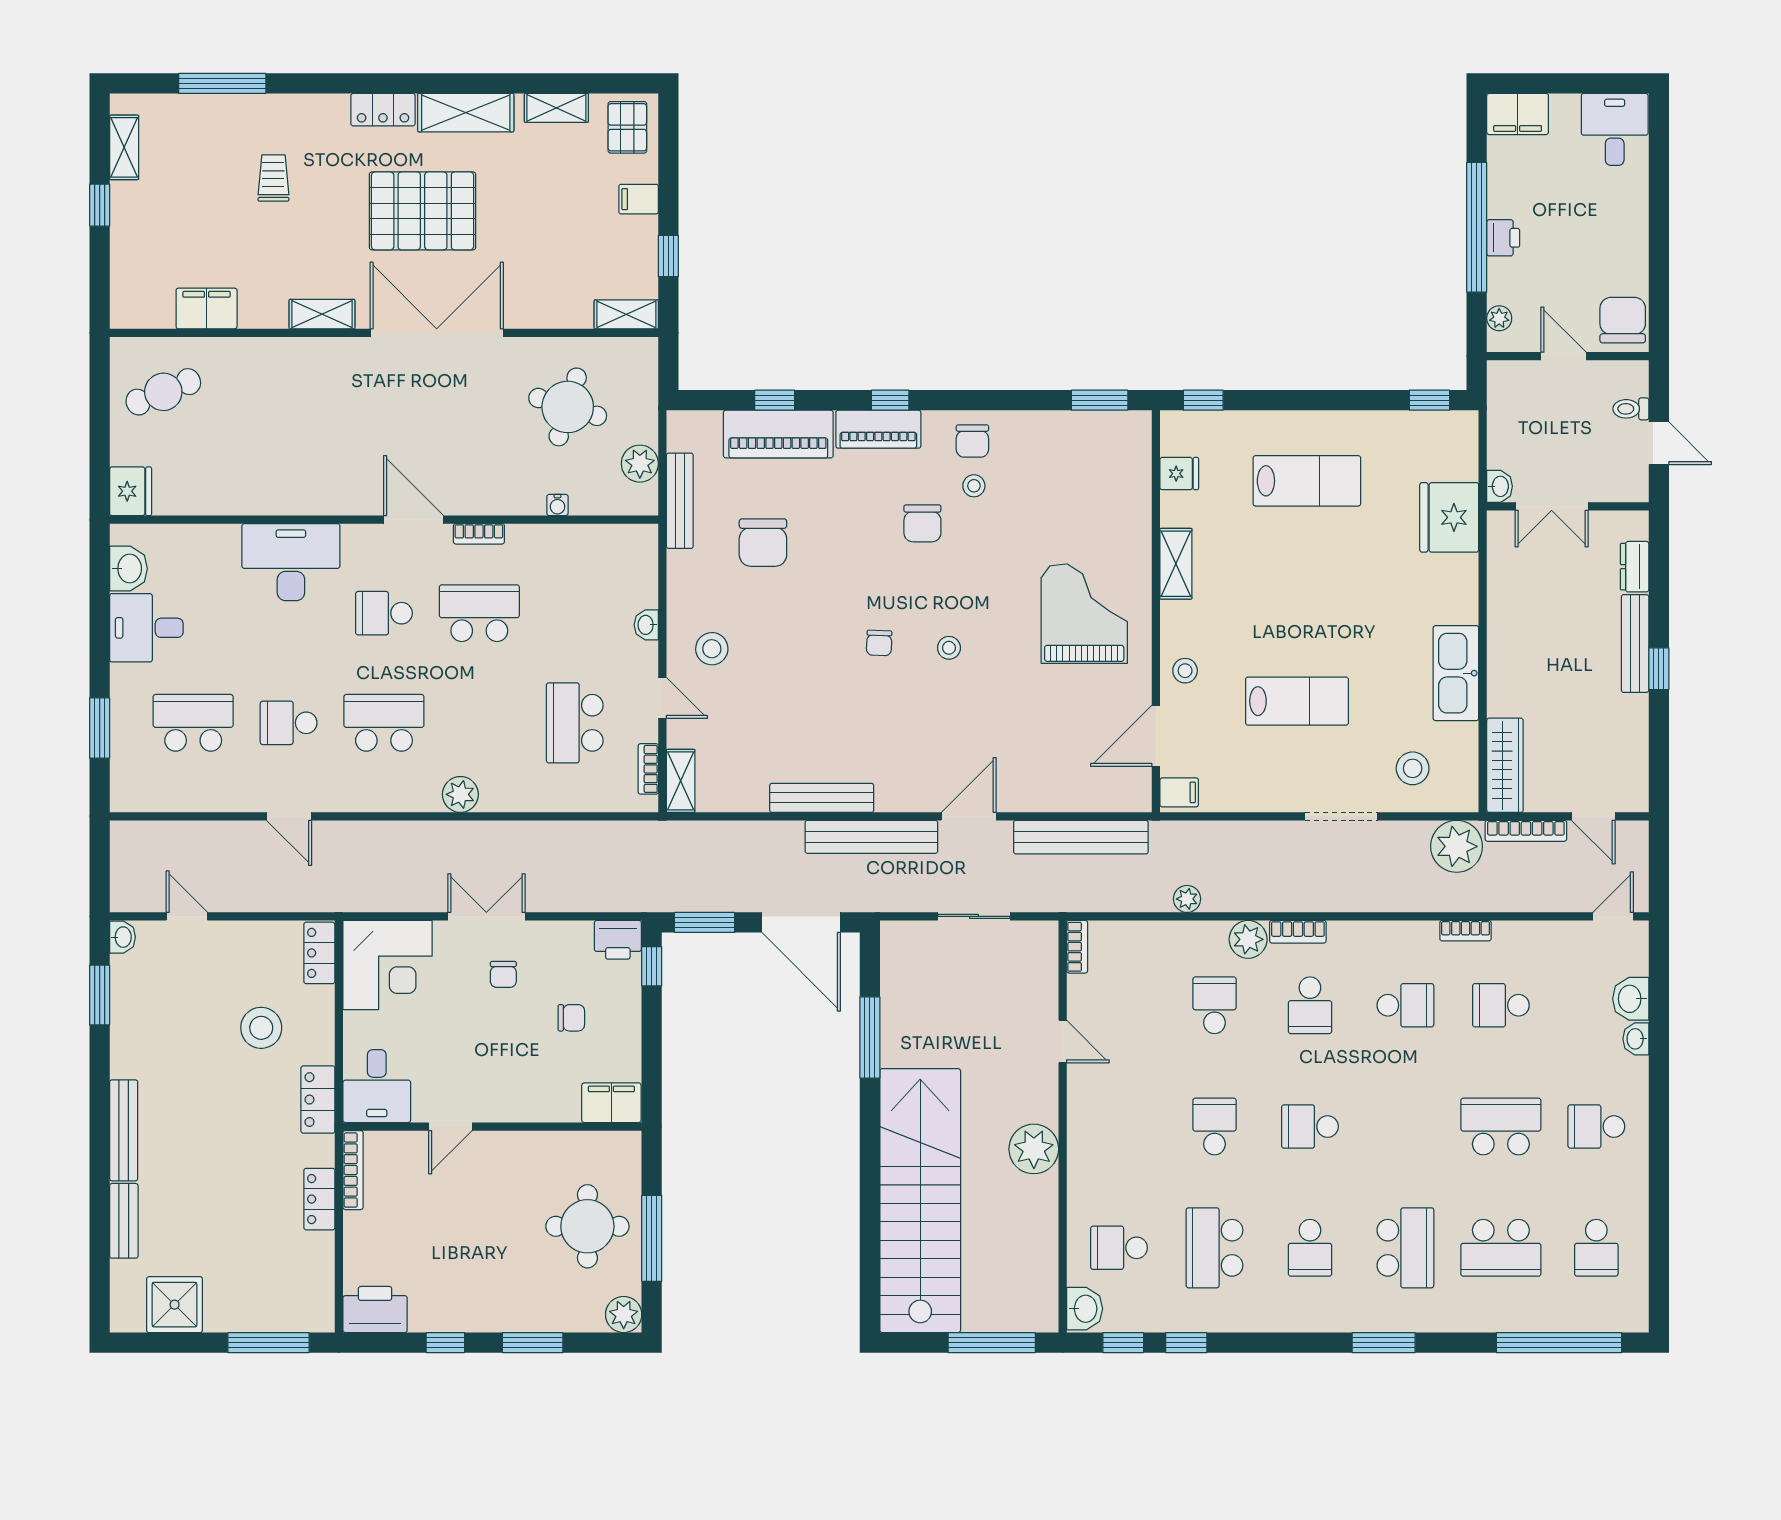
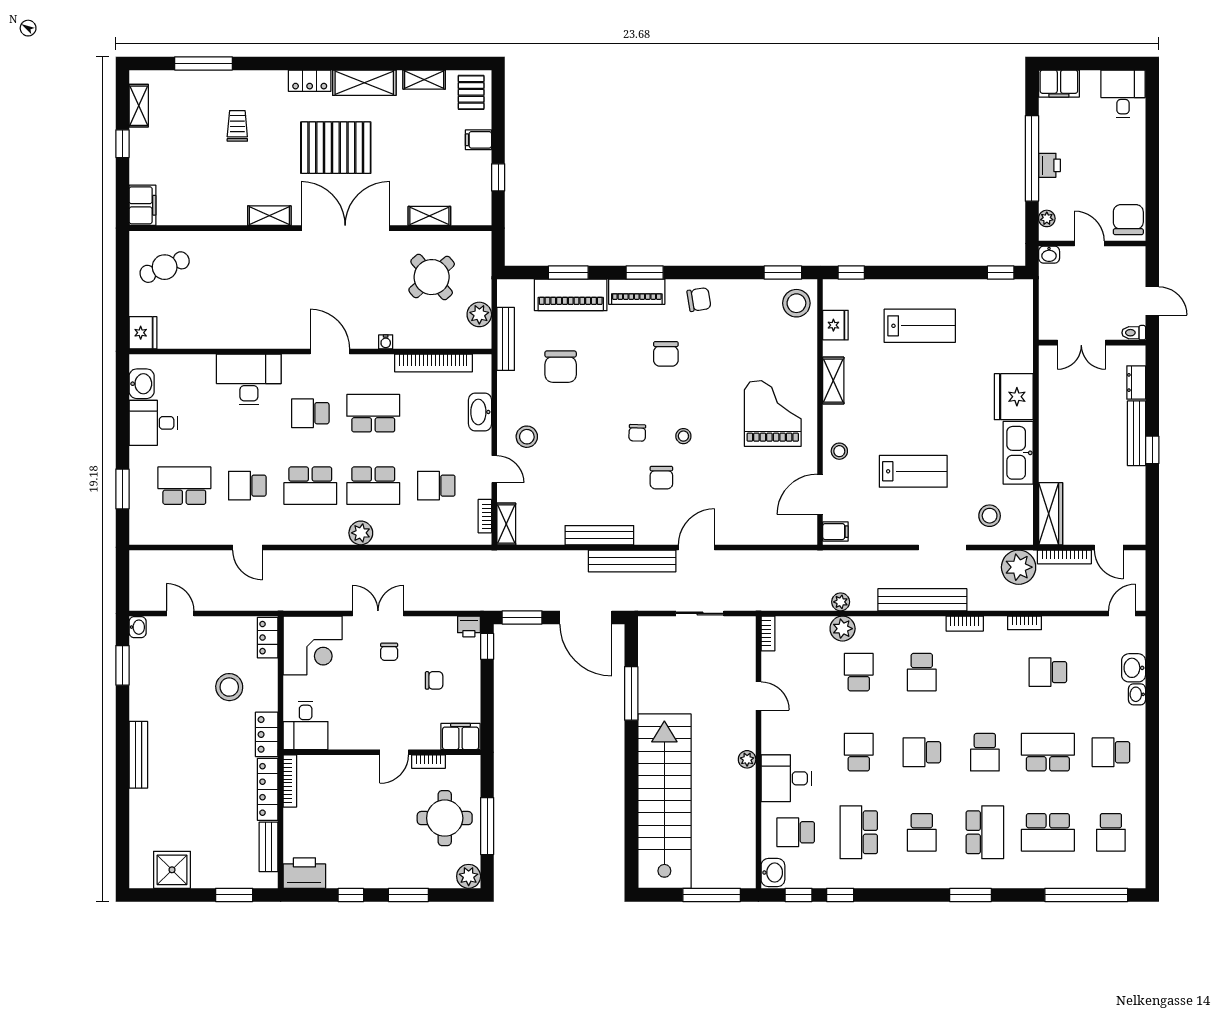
filing cabinet: (207, 309) -> (143, 205), moved, turned 90
shelving: (626, 314) -> (429, 216), moved
window: (775, 400) -> (568, 273), width x1.50
window: (890, 400) -> (645, 273), width x1.50
round table: (568, 407) -> (432, 277), turned 32
toilet: (1631, 409) -> (1134, 333), moved
chair: (972, 441) -> (699, 300), turned -99
fridge: (1179, 474) -> (835, 325), width x1.38
stool: (974, 486) -> (796, 303), moved, width x1.89, depth x1.89
washbasin: (1500, 486) -> (1049, 255), moved, turned 90
water cooler: (557, 505) -> (386, 342), moved
fridge: (1449, 517) -> (1014, 397), moved
bookcase: (479, 534) -> (433, 363), moved, width x2.31, depth x1.31
washbasin: (646, 625) -> (480, 412), width x1.91, depth x1.45
chair: (916, 711) -> (661, 478), added
school desk: (384, 723) -> (310, 486), turned 180
school desk: (479, 723) -> (373, 486), added
school desk: (575, 723) -> (436, 486), width x0.54
bench: (1081, 837) -> (922, 600), moved
bookcase: (1298, 932) -> (965, 624), moved
plant: (1248, 939) -> (843, 629), moved
printer: (618, 940) -> (469, 626), width x0.73, depth x0.81
school desk: (1405, 1005) -> (985, 752), moved, turned 90
door: (450, 1127) -> (394, 752), moved
bookcase: (563, 1141) -> (429, 762), added
plant: (1034, 1149) -> (747, 759), width x0.53, depth x0.53
desk: (1105, 1166) -> (786, 778), added
locker: (319, 1199) -> (268, 789), width x1.53
bench: (124, 1221) -> (269, 847), moved
window: (269, 1343) -> (234, 895), width x0.69

